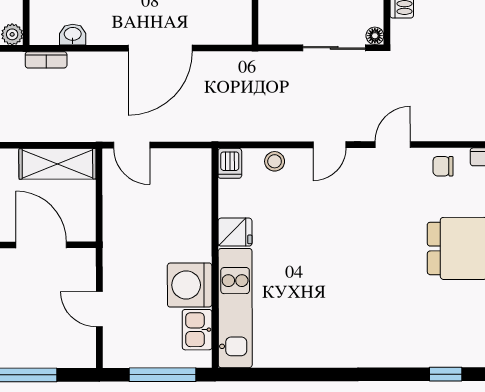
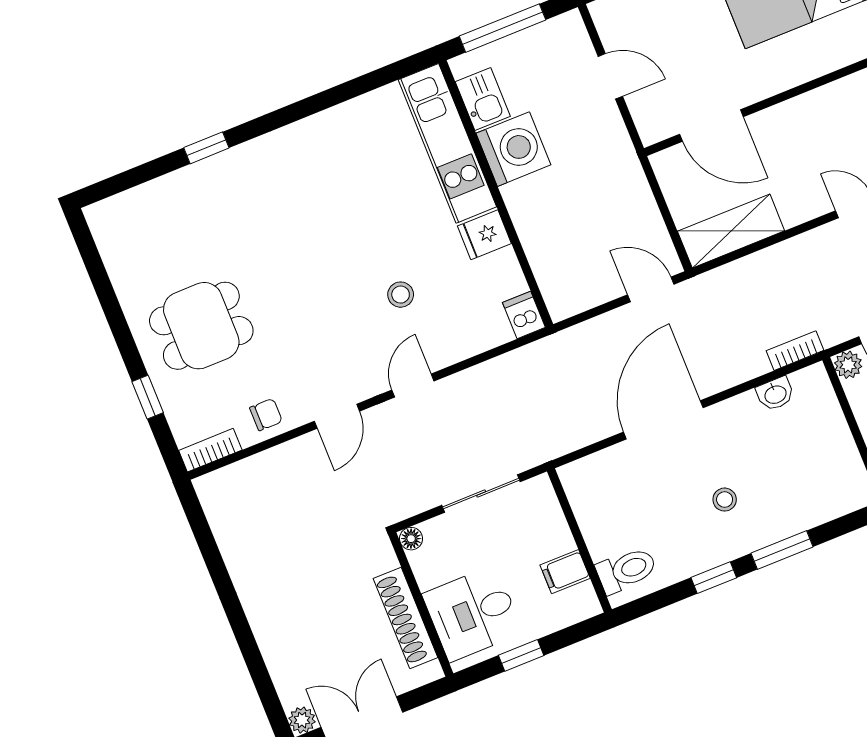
sliding door: (334, 48) -> (481, 494), moved
stool: (275, 161) -> (401, 295), moved
window: (446, 374) -> (206, 148), moved

